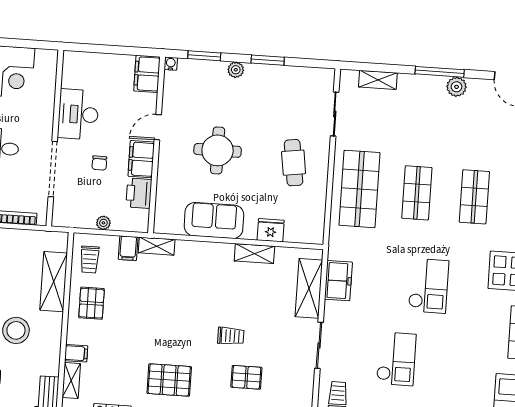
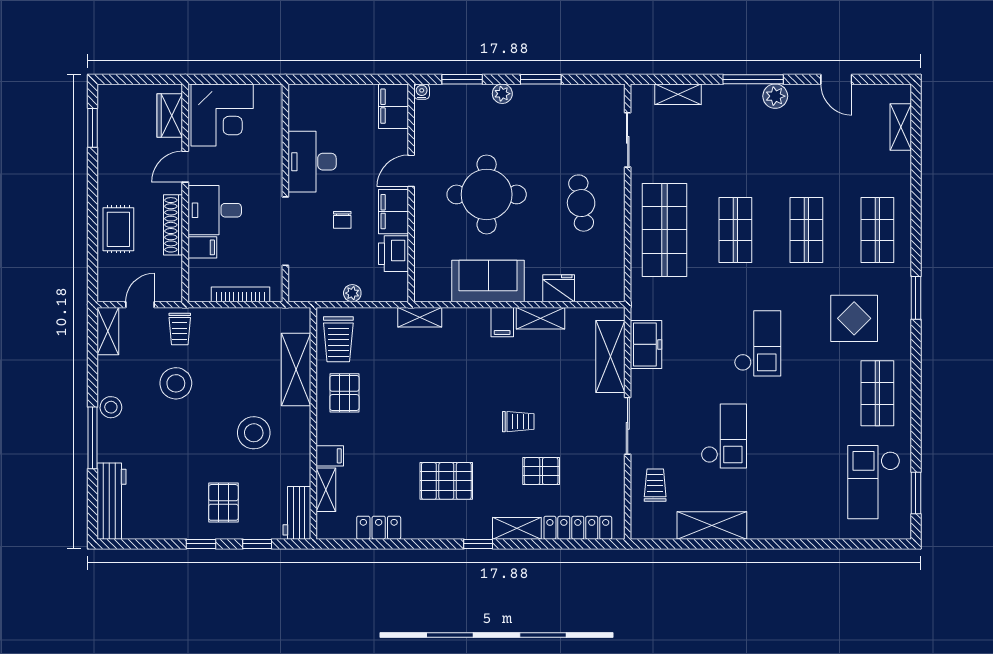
round table: (218, 150) -> (487, 194), width x1.36, depth x1.36
filing cabinet: (128, 248) -> (502, 322), moved
trolley: (90, 259) -> (338, 339), width x1.36, depth x1.39

